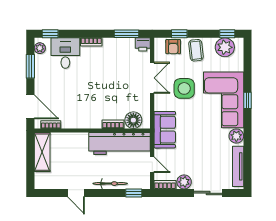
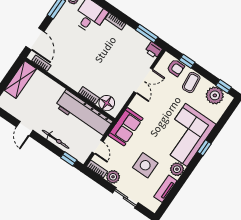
armchair: (173, 47) -> (176, 68), turned -90
side table: (184, 88) -> (145, 165), moved
tv unit: (238, 166) -> (165, 189), width x0.71

